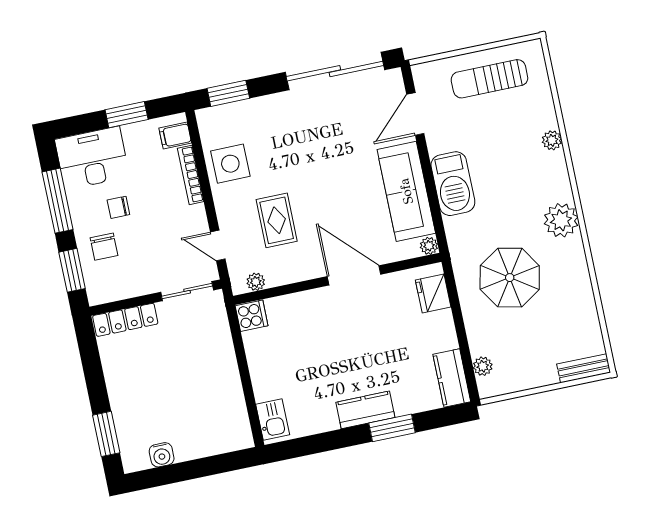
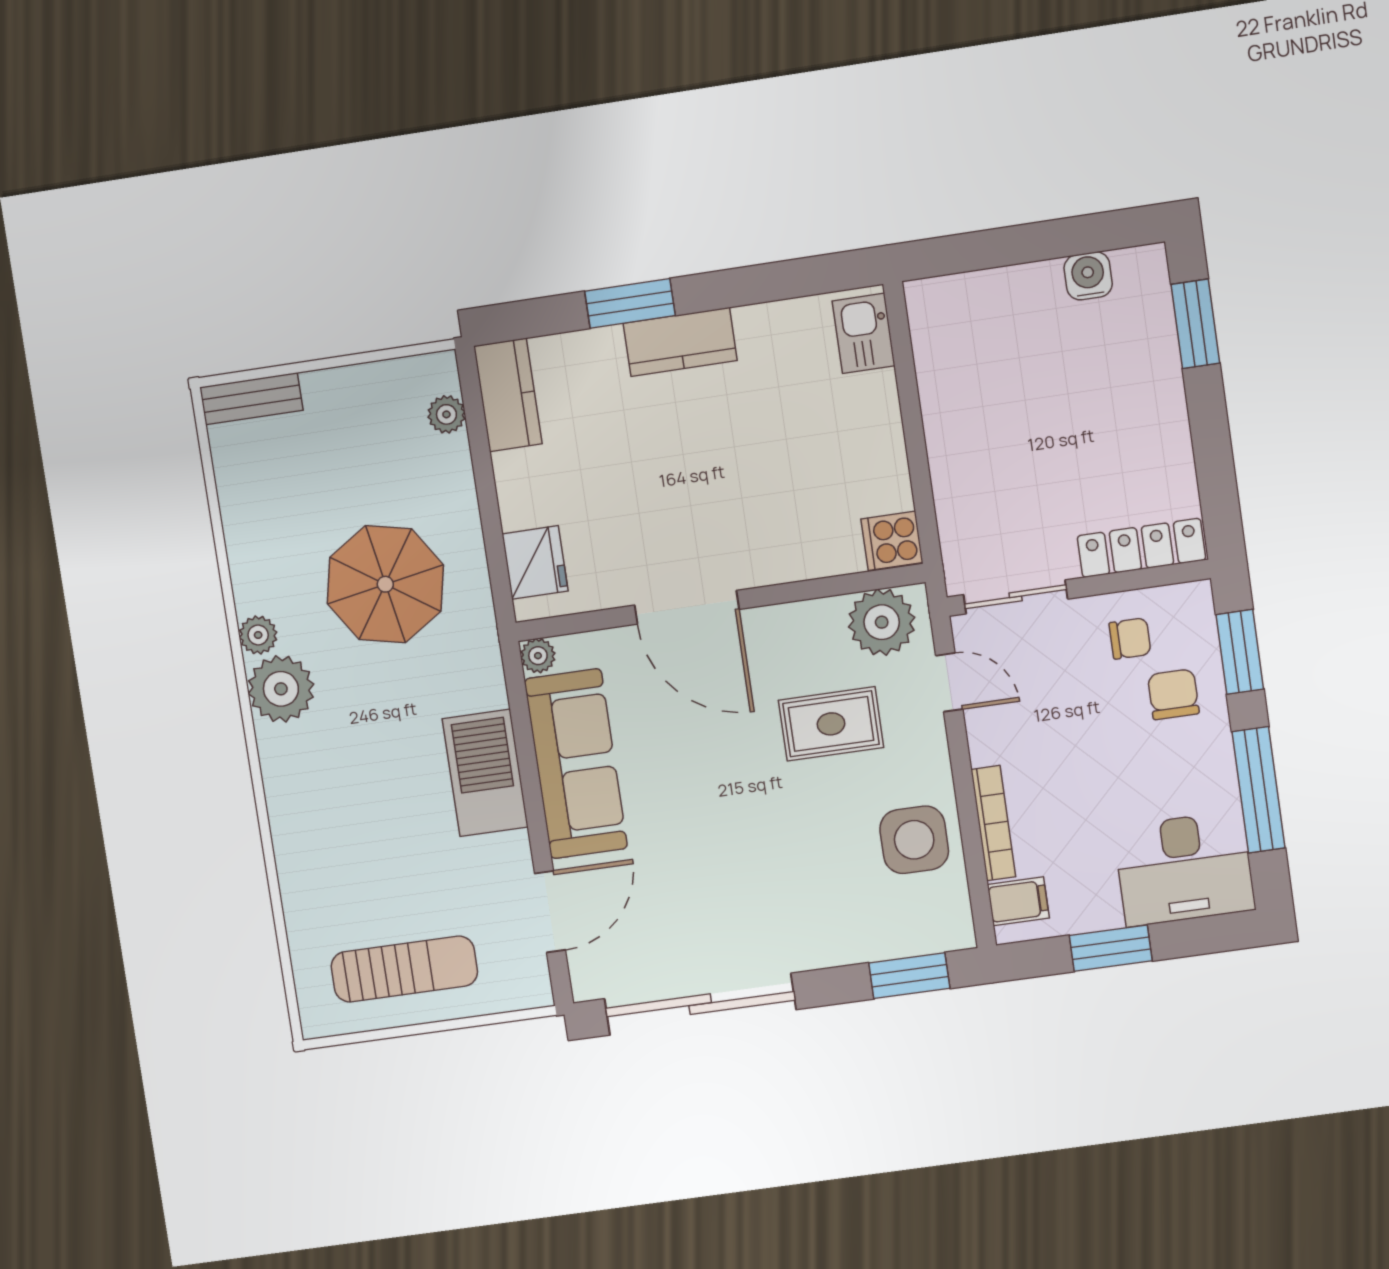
plant: (552, 140) -> (258, 635), moved
chair: (118, 207) -> (1130, 638), moved
rug: (277, 220) -> (831, 724), turned 90
plant: (256, 282) -> (882, 622), width x1.88, depth x1.88

